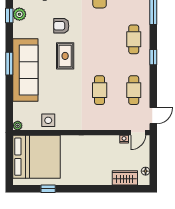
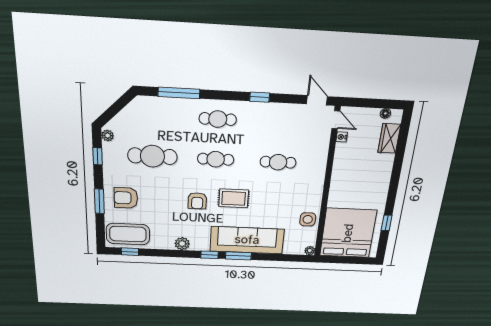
window: (9, 15) -> (210, 255), moved
window: (153, 57) -> (260, 97), moved
cafe table: (134, 90) -> (216, 159), moved

